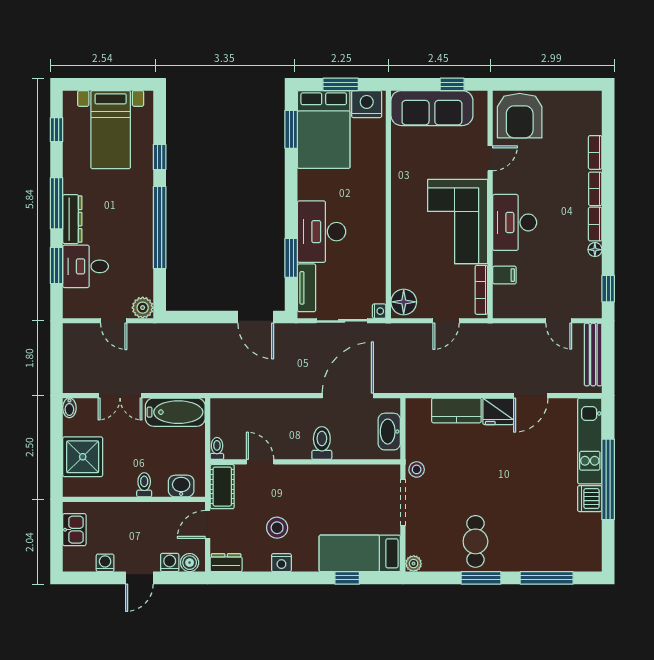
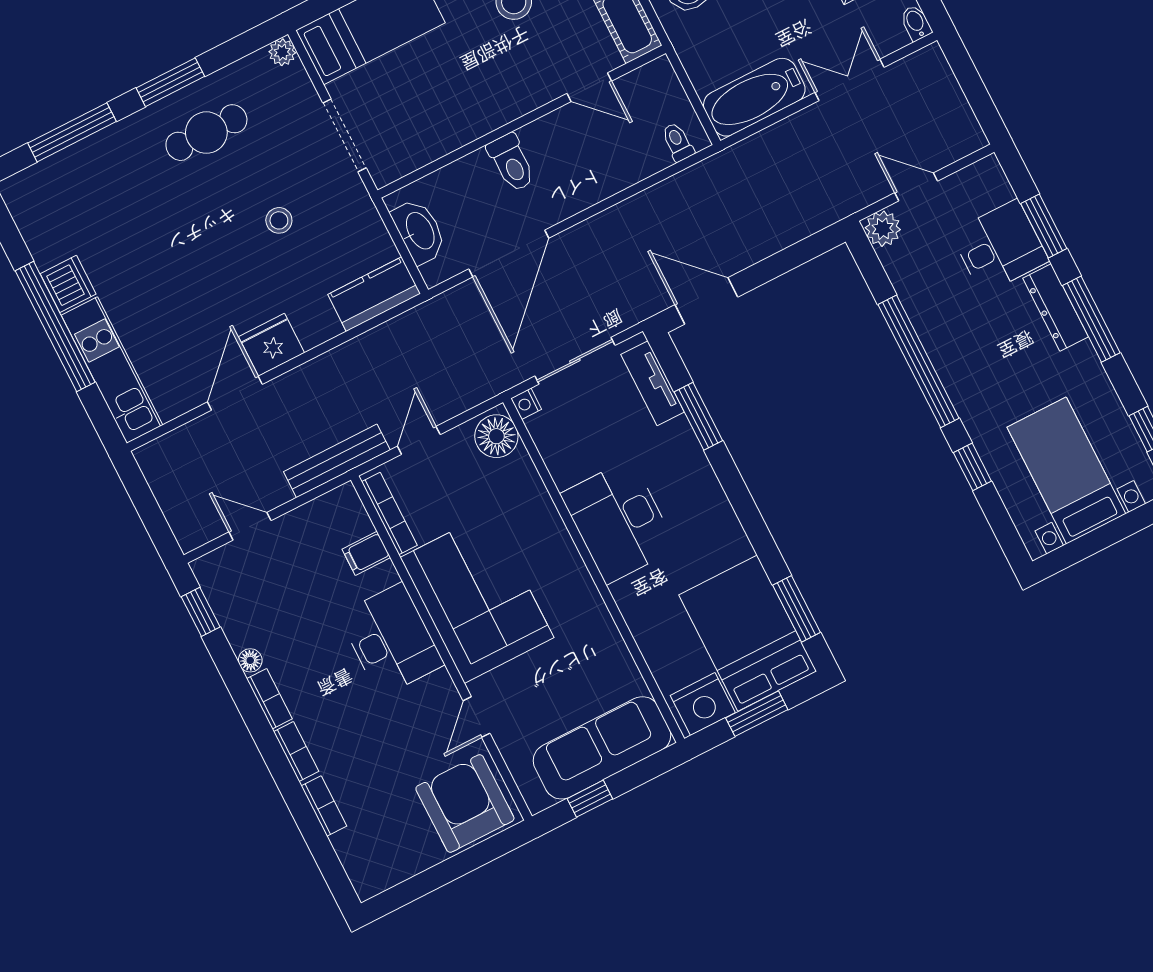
desk: (322, 232) -> (619, 521), moved, turned 180
bench: (593, 355) -> (337, 461), moved, turned 90
kitchen counter: (456, 410) -> (374, 294), moved
toilet: (217, 448) -> (678, 142), moved, turned 180
stool: (417, 469) -> (279, 220), moved
cafe table: (475, 541) -> (206, 133), turned 90

